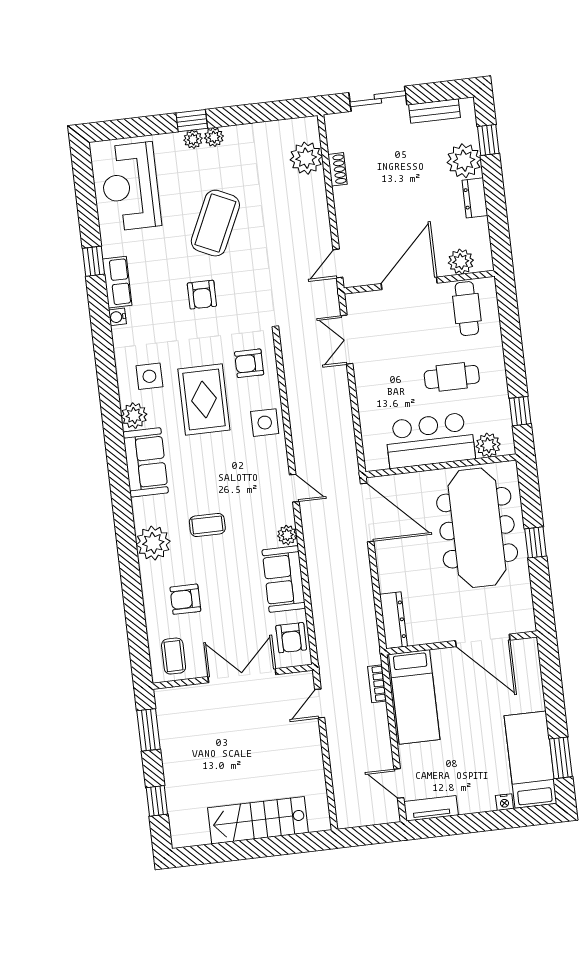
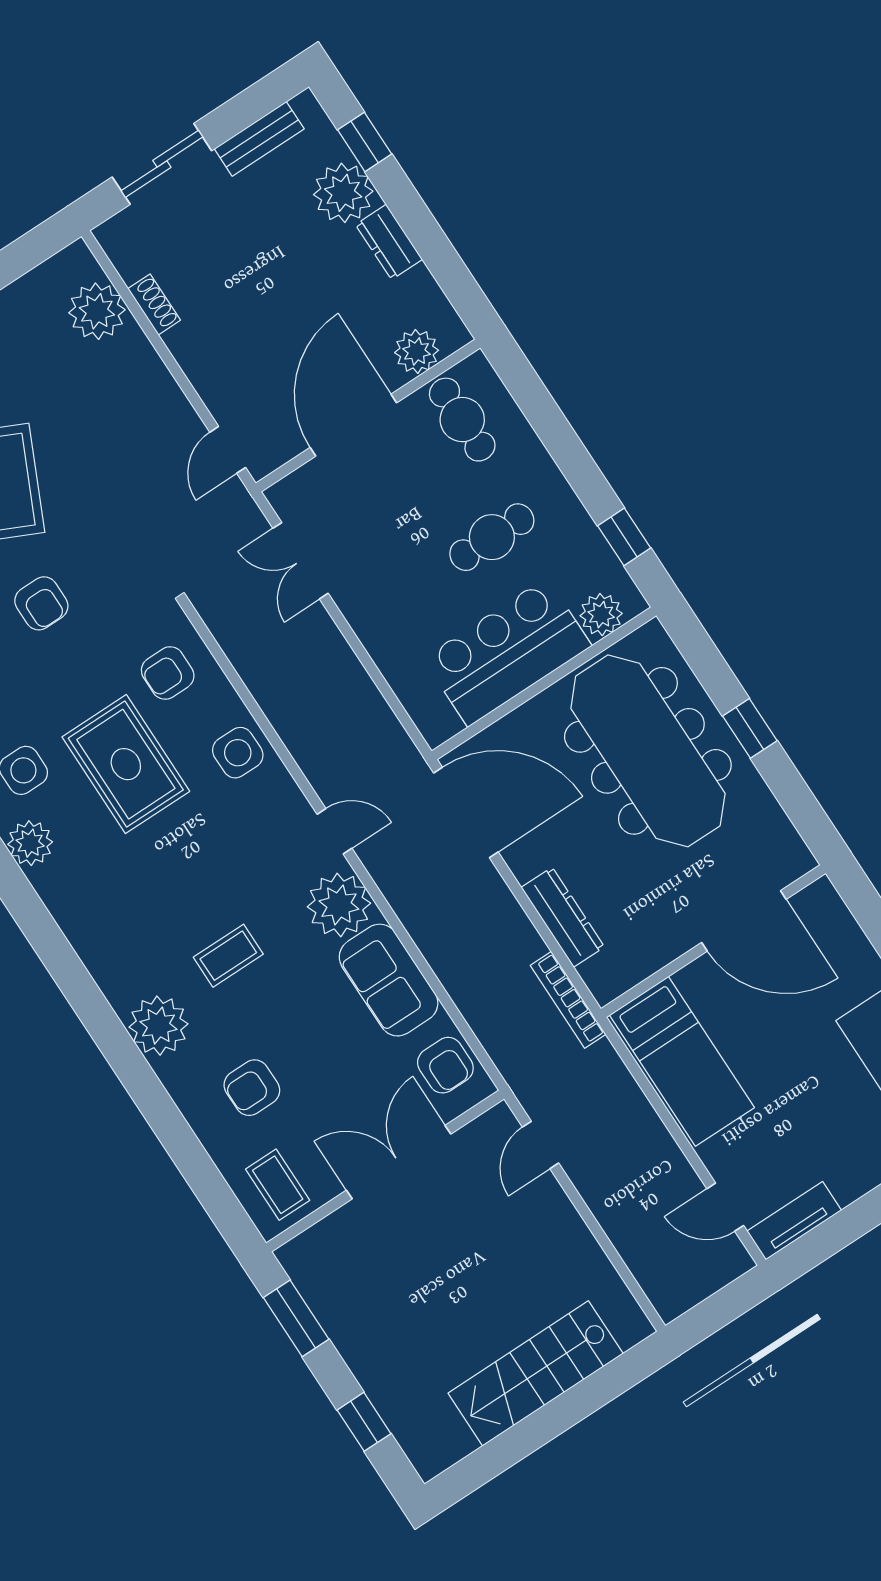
sofa: (146, 462) -> (84, 907), removed
plant: (287, 535) -> (339, 905), width x1.88, depth x1.88
dresser: (393, 620) -> (563, 917), moved
bookcase: (377, 684) -> (568, 1000), moved, width x1.56

